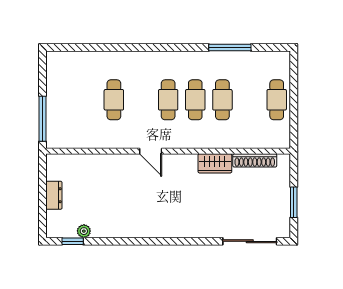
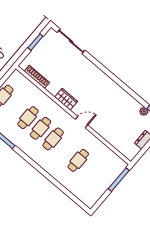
door: (151, 151) -> (81, 122), hinge flipped
wardrobe: (215, 163) -> (66, 99), moved

